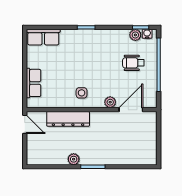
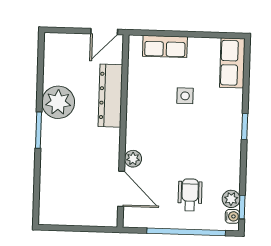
side table: (82, 93) -> (185, 96), moved
plant: (74, 159) -> (58, 102), width x1.87, depth x1.87

